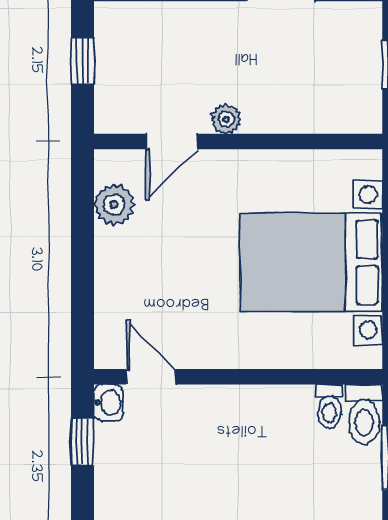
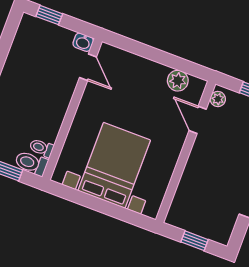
plant: (226, 119) -> (218, 99), moved
door: (151, 377) -> (88, 67), hinge flipped
window: (82, 442) -> (49, 15), moved

